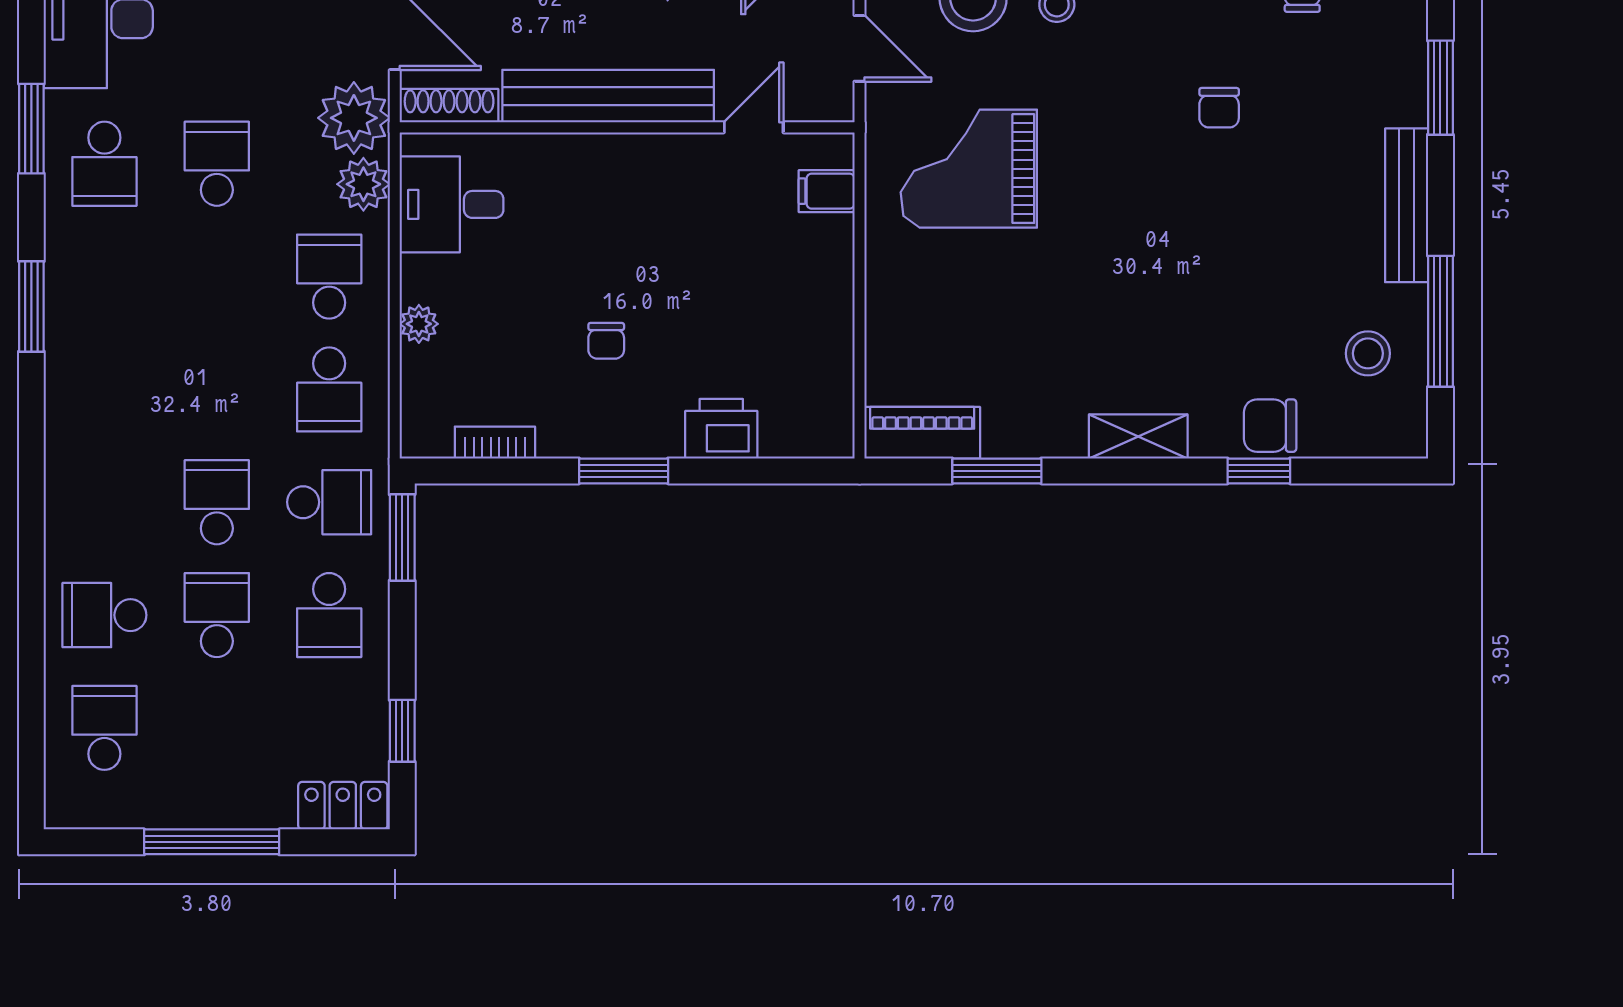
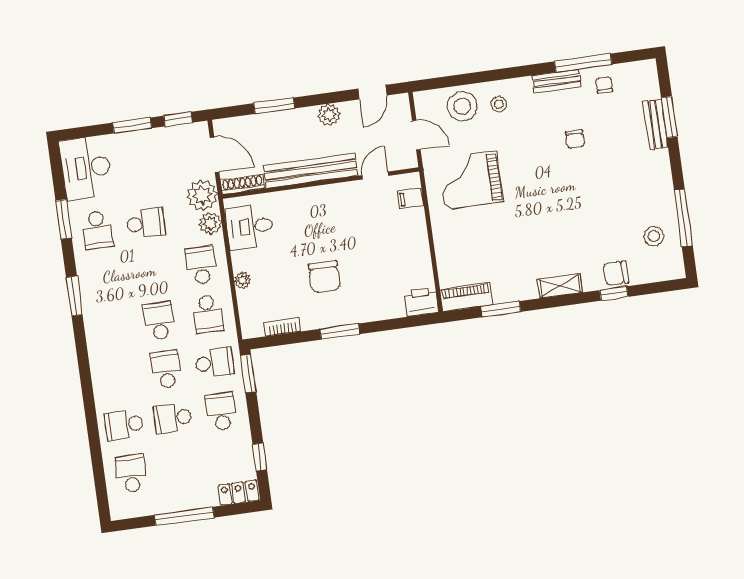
school desk: (217, 164) -> (146, 223), turned 90
bench: (1407, 205) -> (655, 125), moved, width x0.73
chair: (606, 341) -> (324, 276), width x1.87, depth x1.87
school desk: (217, 389) -> (159, 321), added
printer: (721, 429) -> (421, 302), moved
school desk: (217, 615) -> (173, 418), turned -90
school desk: (329, 615) -> (221, 411), turned 180

